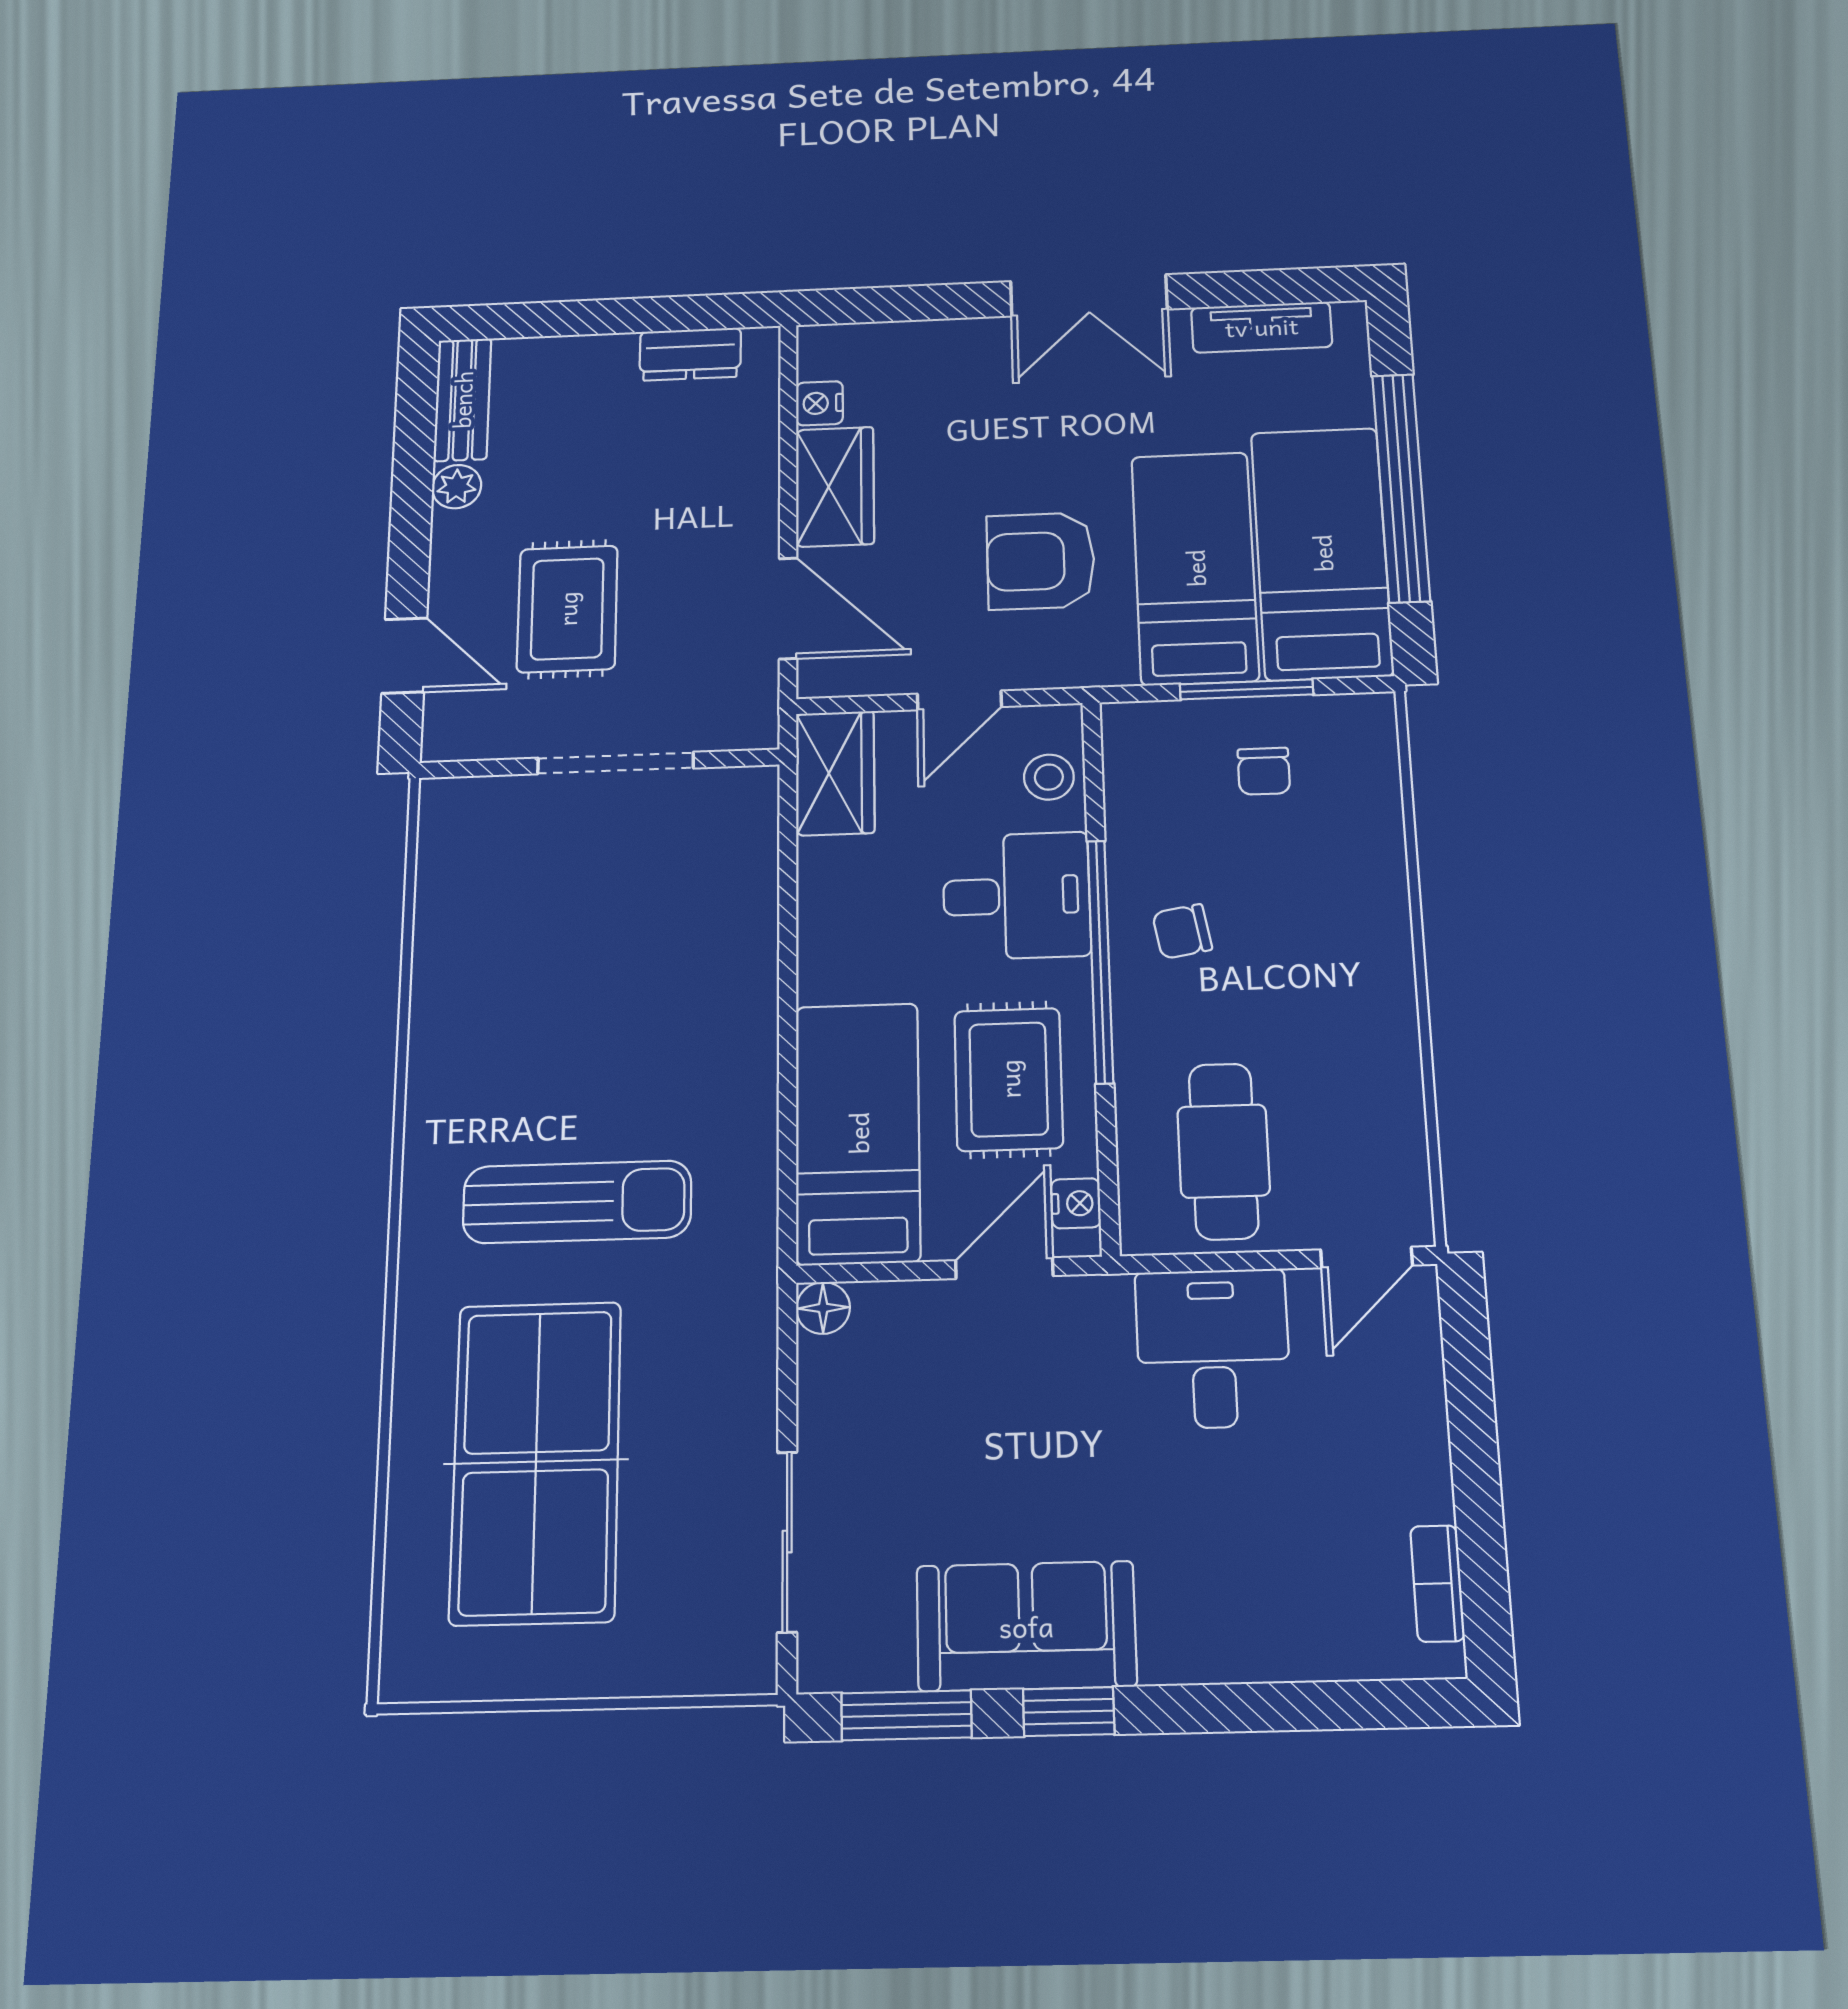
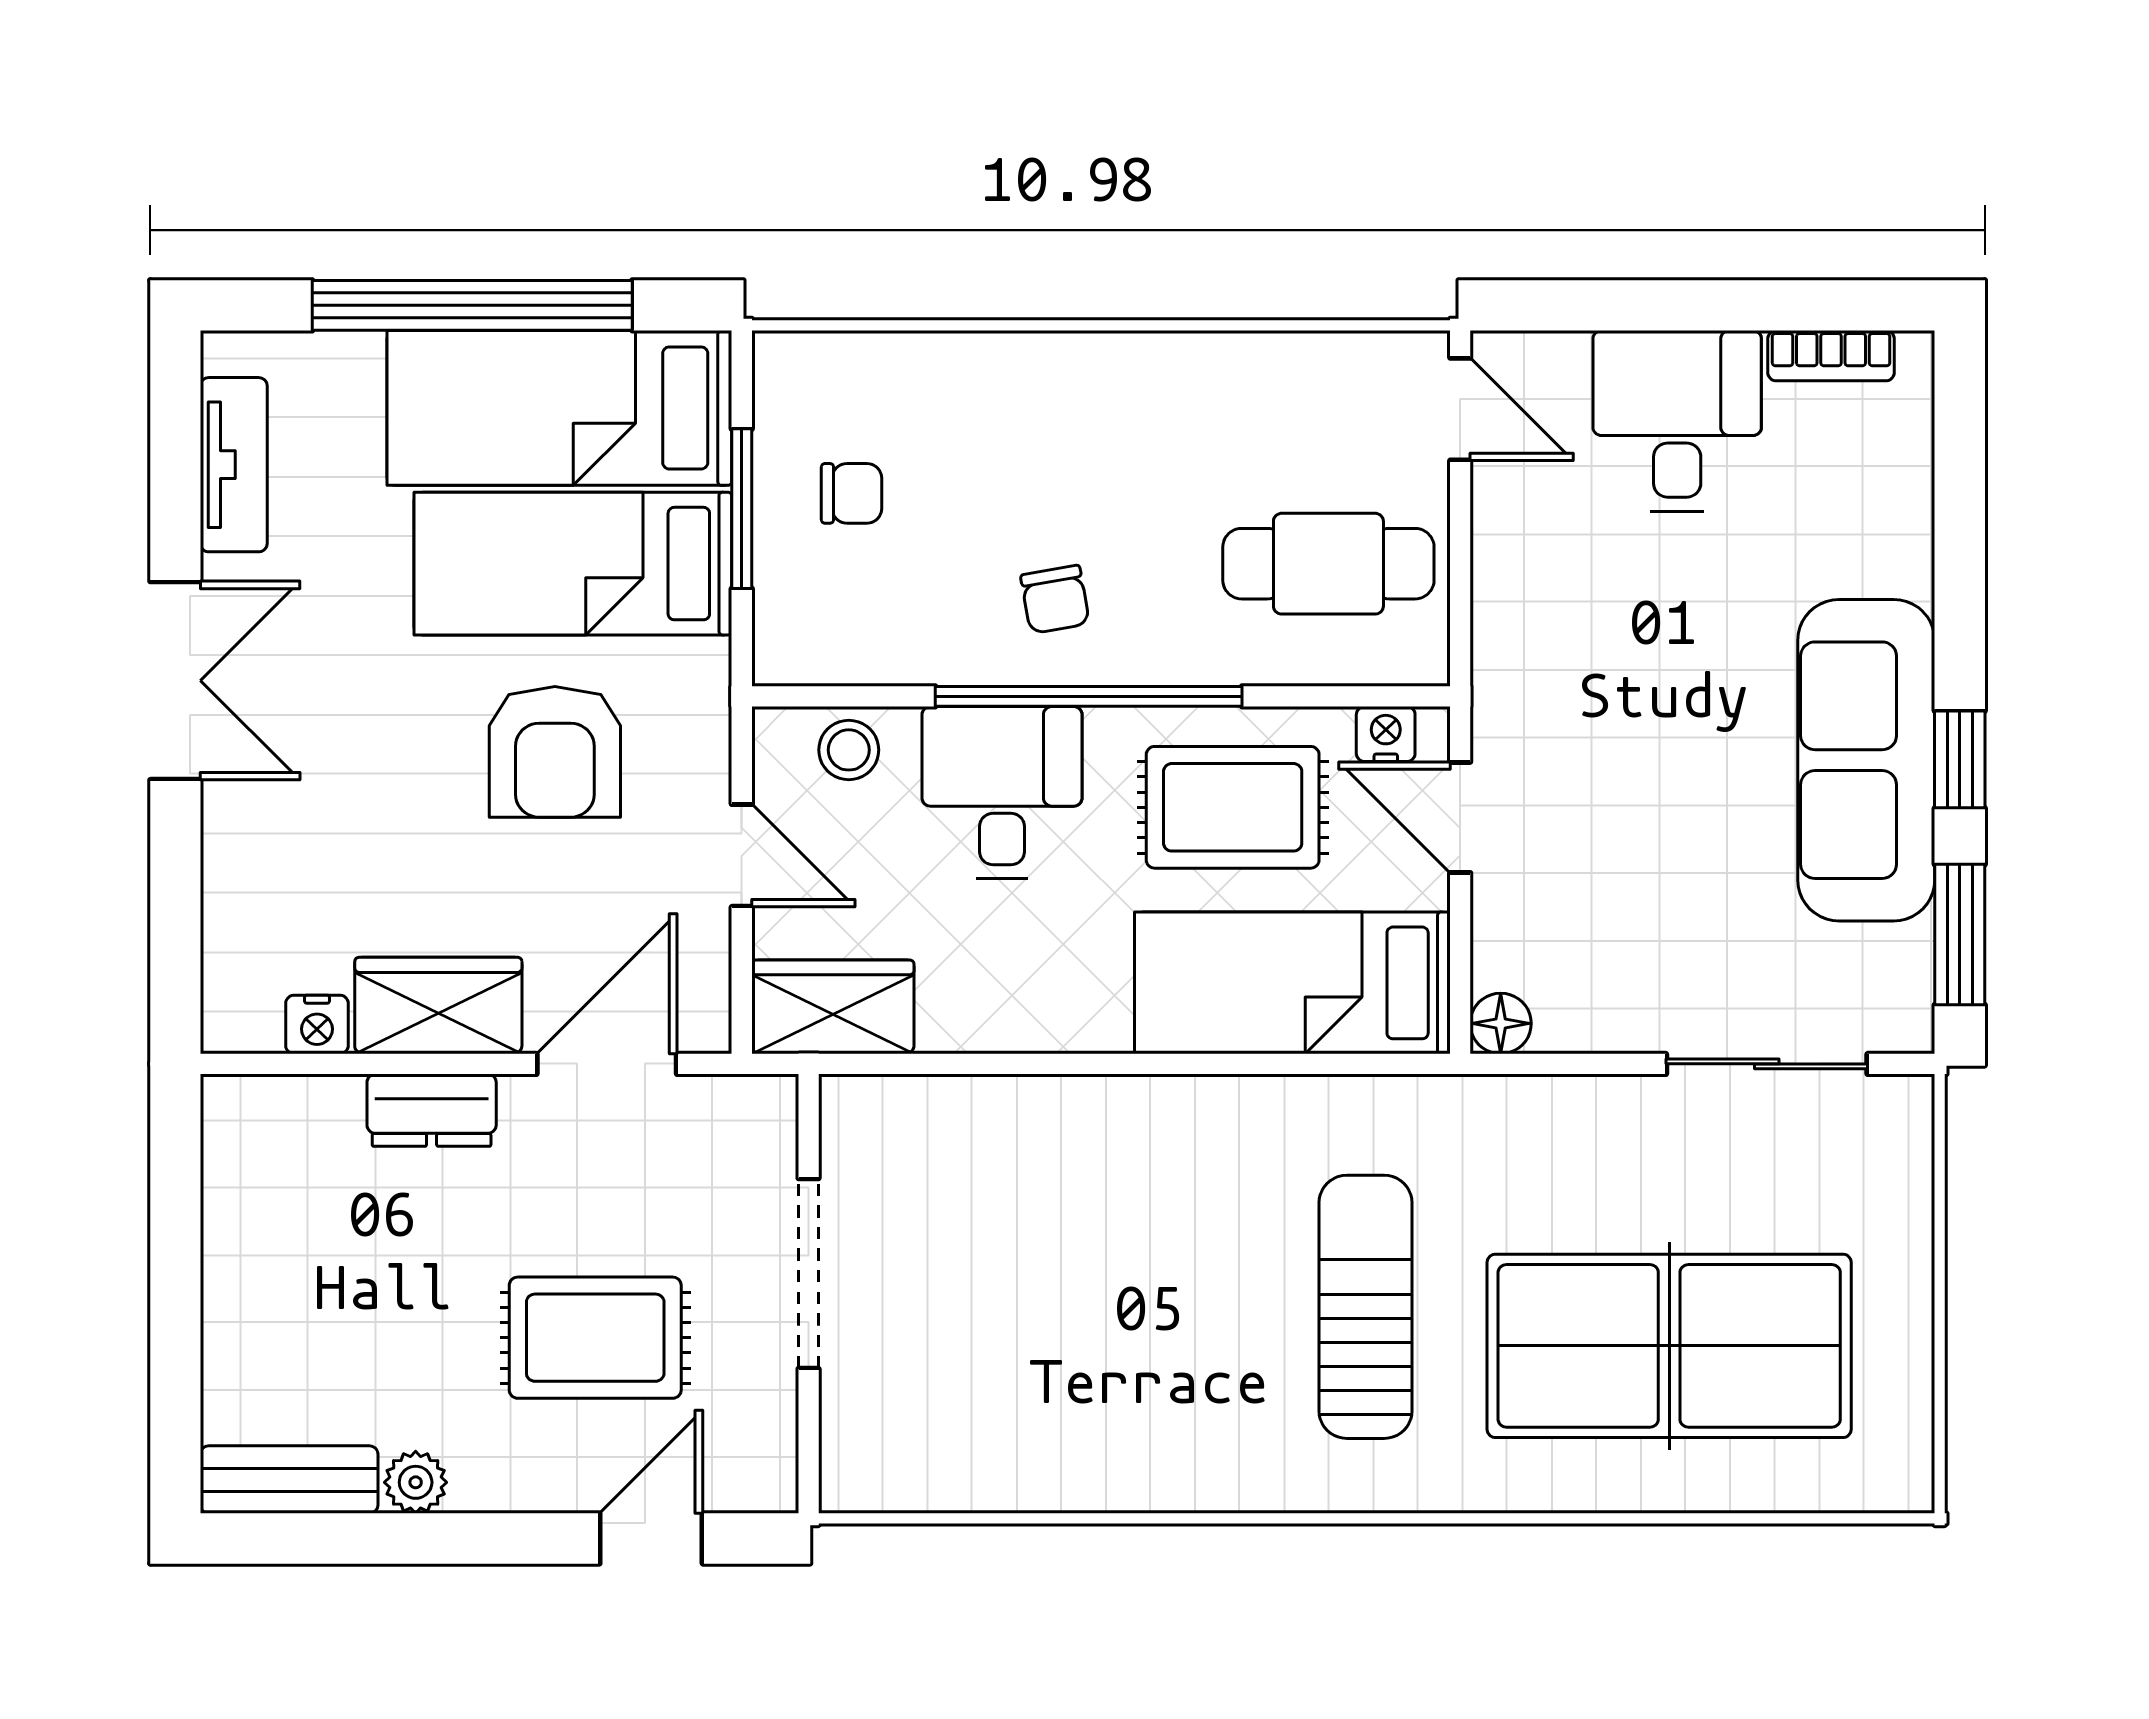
dresser: (690, 354) -> (432, 1110), moved, turned 90
desk: (1213, 1348) -> (1677, 421), moved, turned 90
sofa: (1026, 1626) -> (1866, 760), width x1.36

